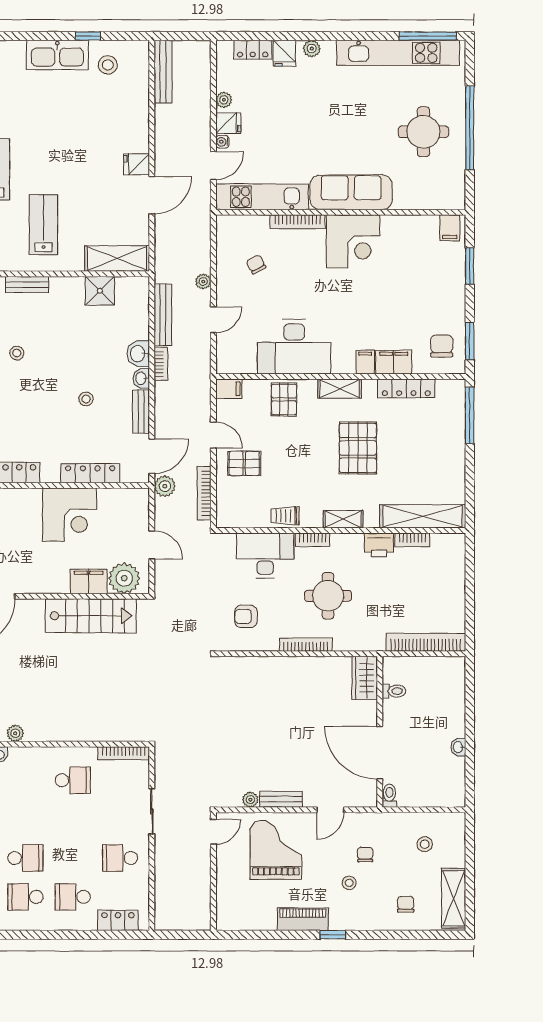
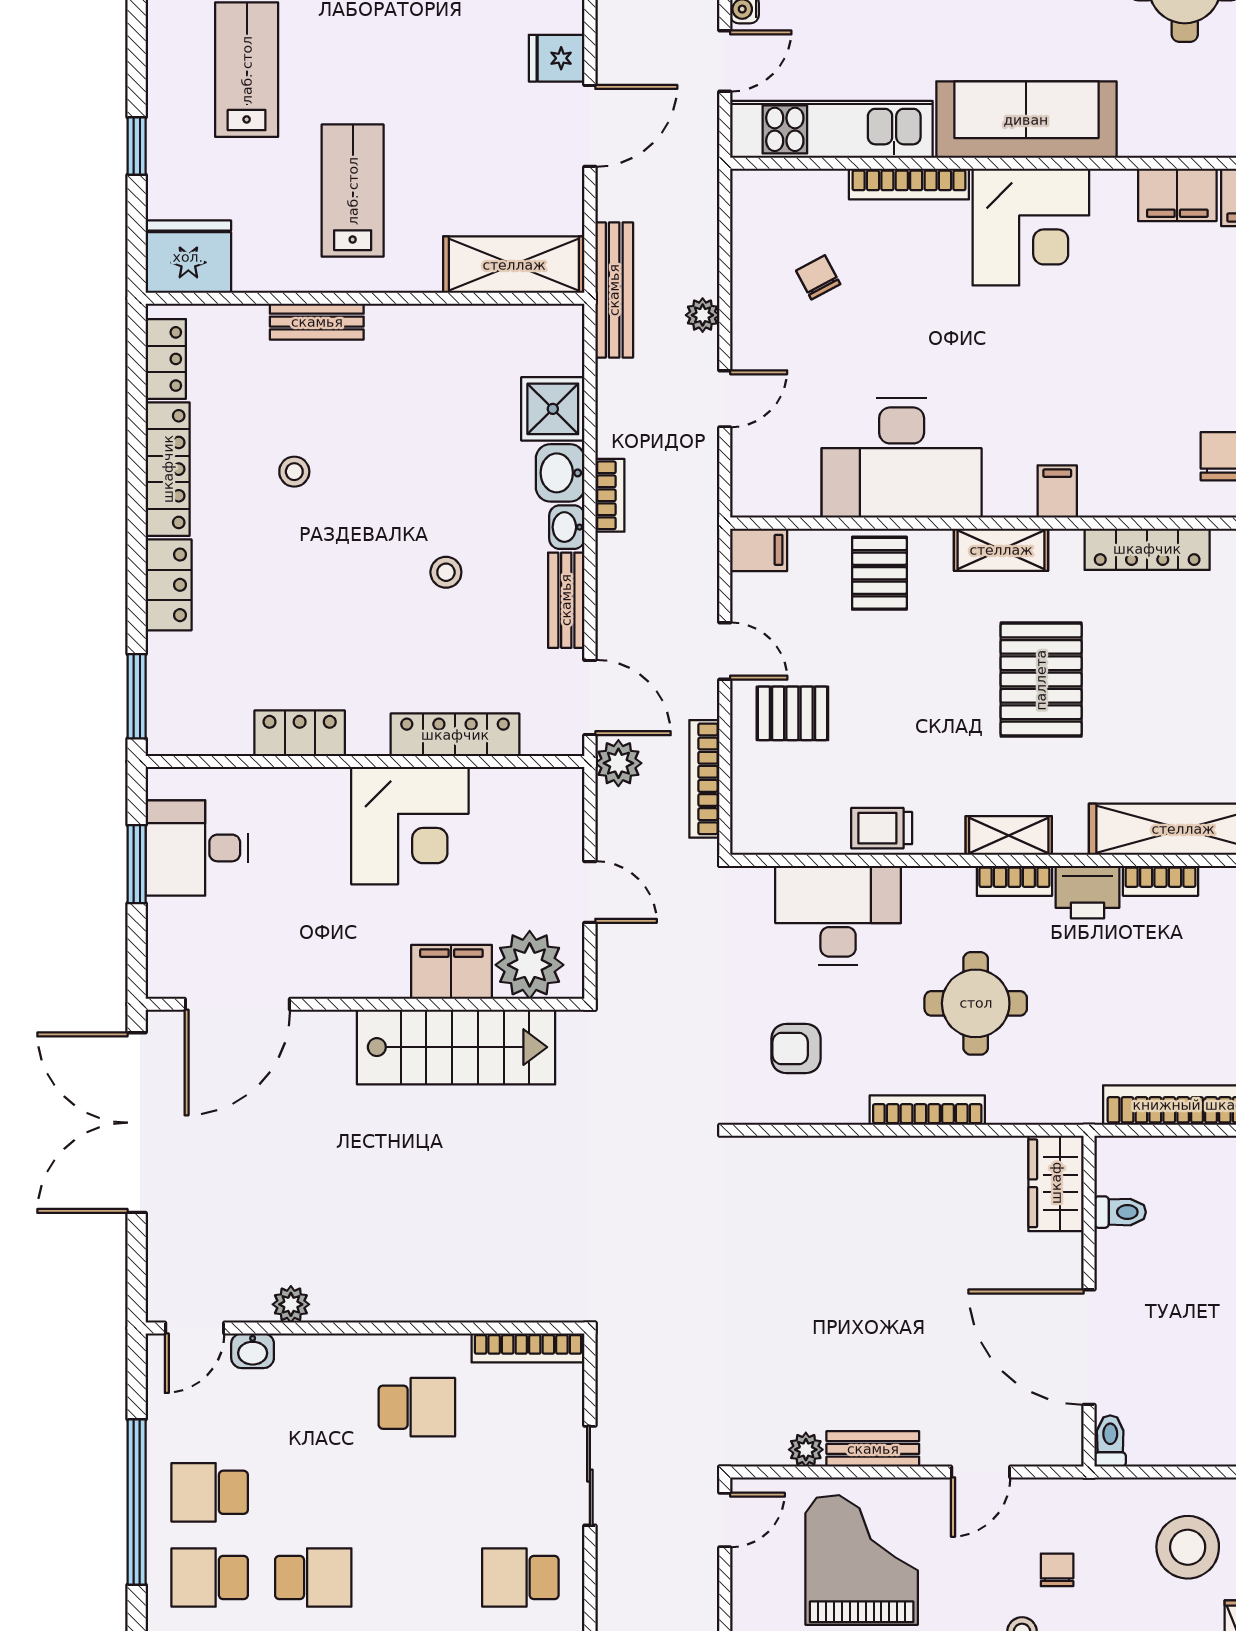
shower: (100, 291) -> (553, 409), moved
bench: (163, 315) -> (614, 290), moved
filing cabinet: (394, 362) -> (1177, 195), moved, turned 180
door: (152, 456) -> (590, 697), hinge flipped
bookcase: (313, 540) -> (1014, 881), moved
stool: (425, 844) -> (1188, 1547), width x1.89, depth x1.89

